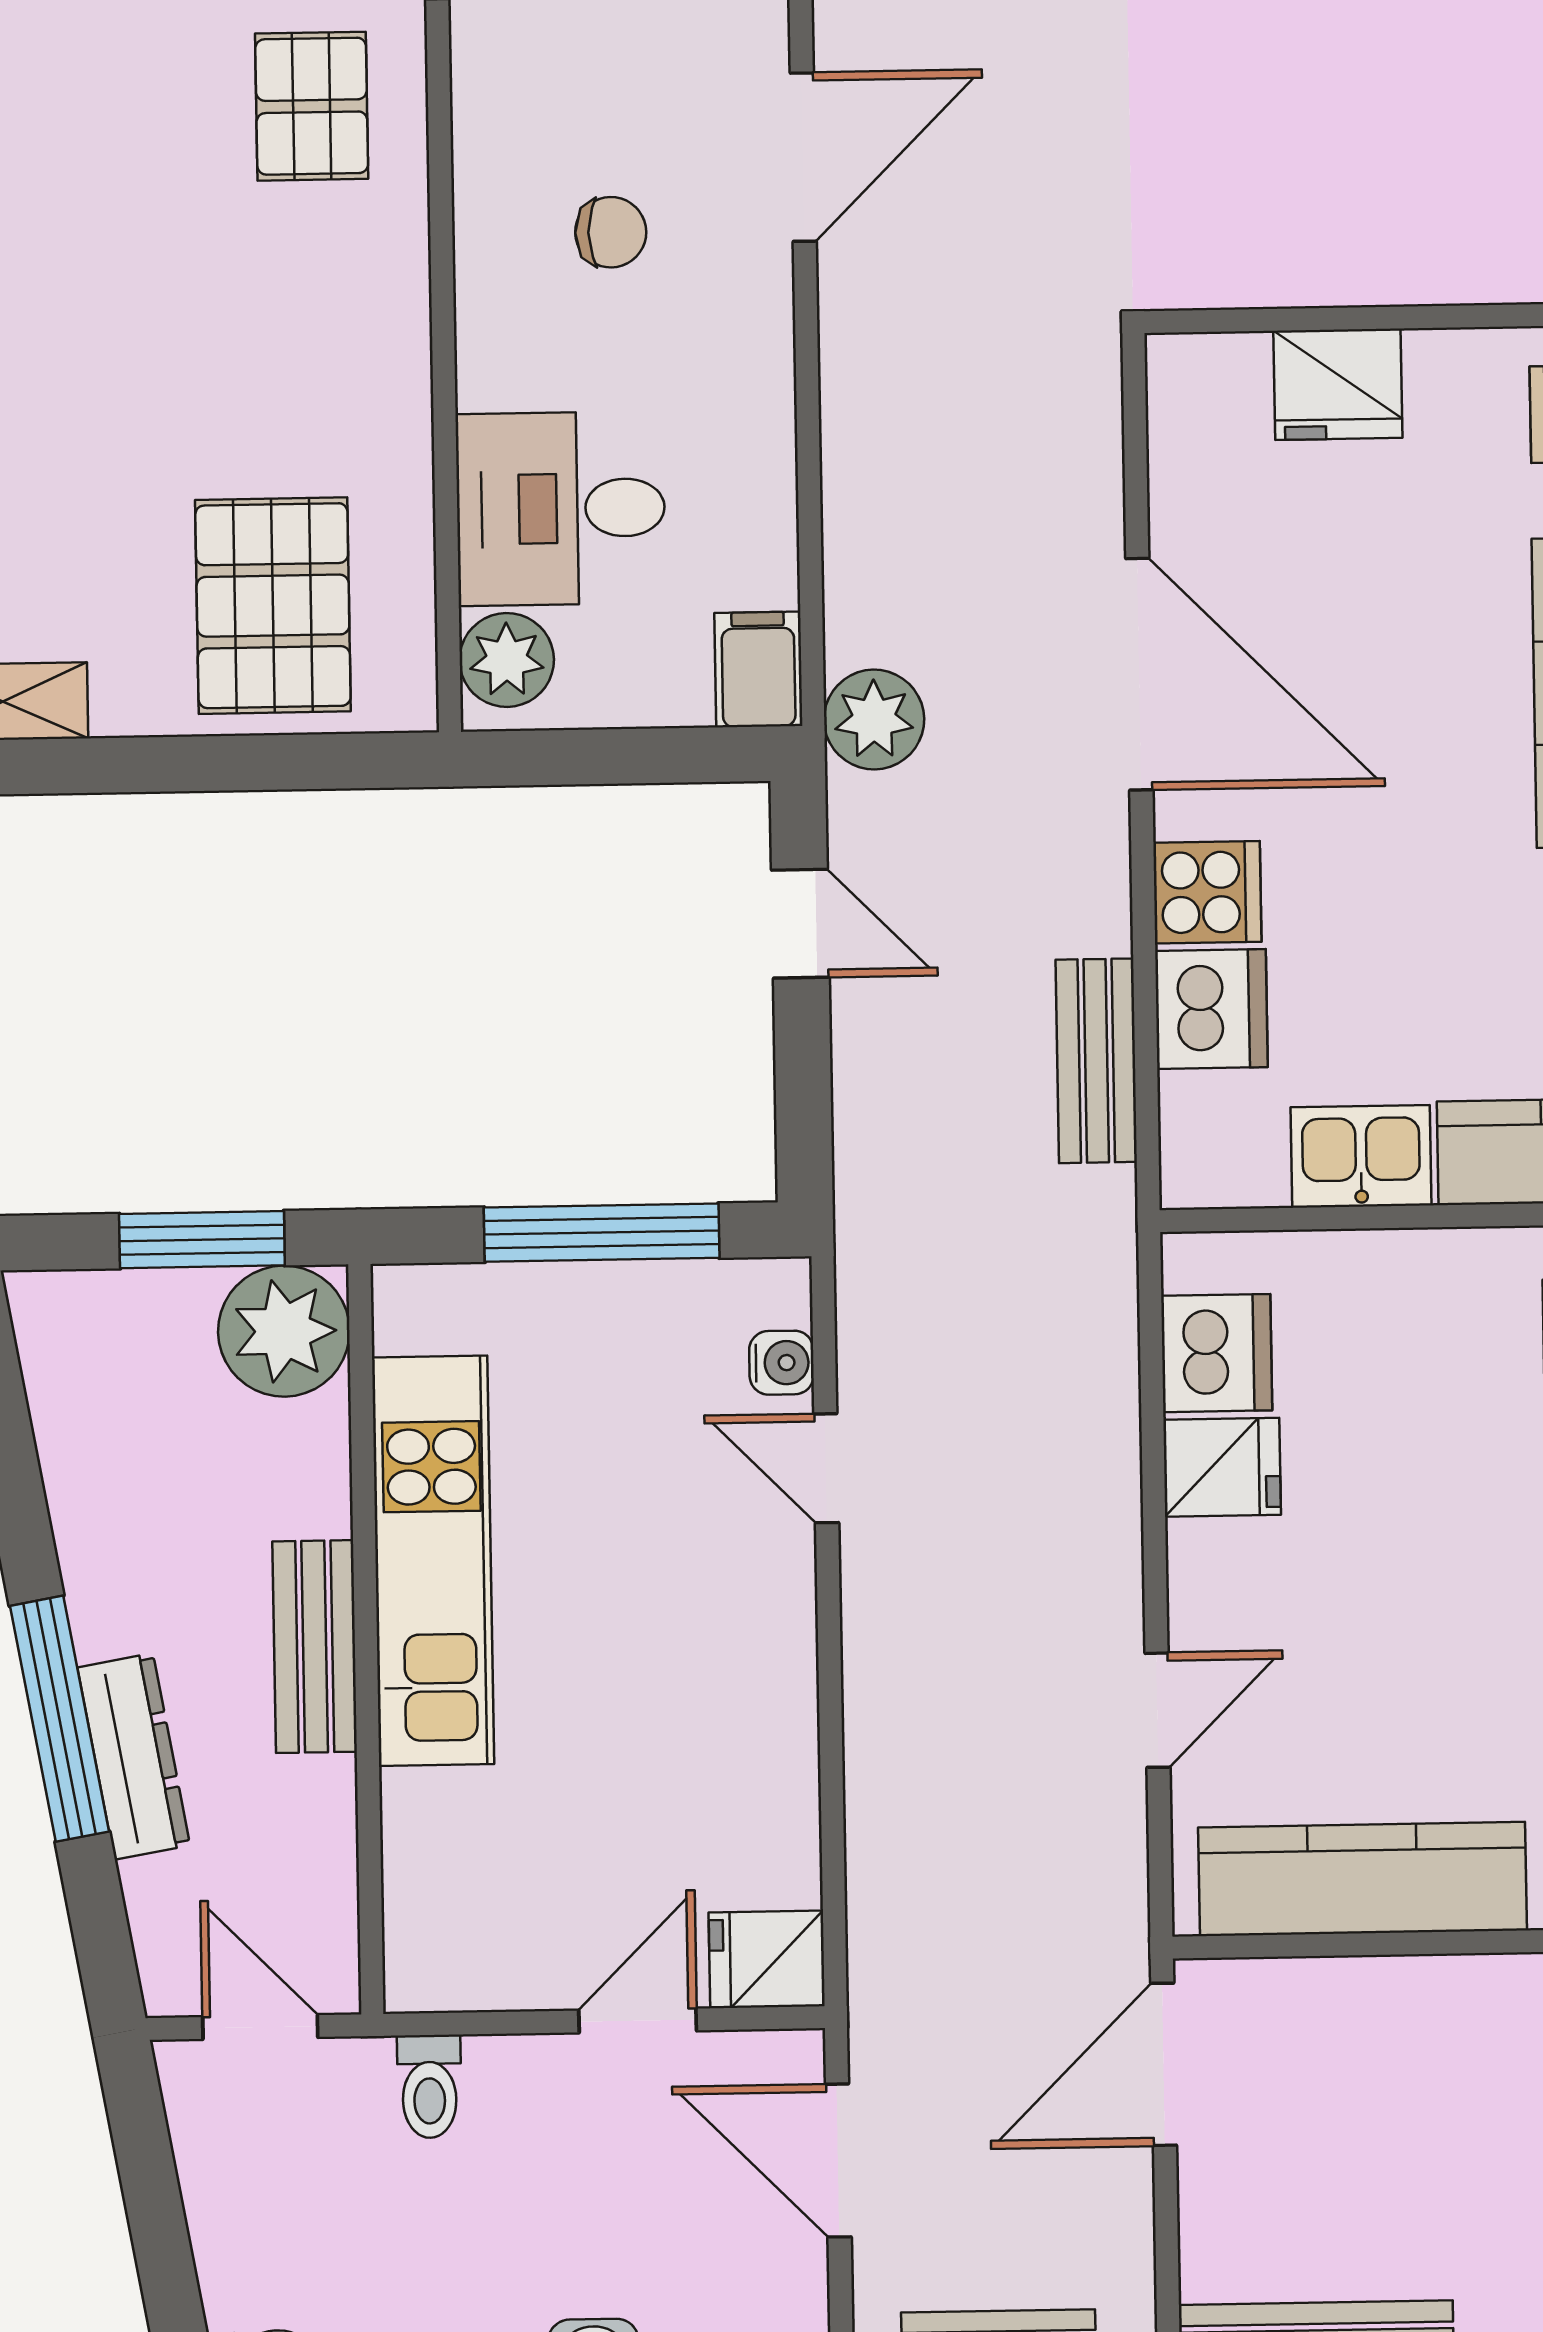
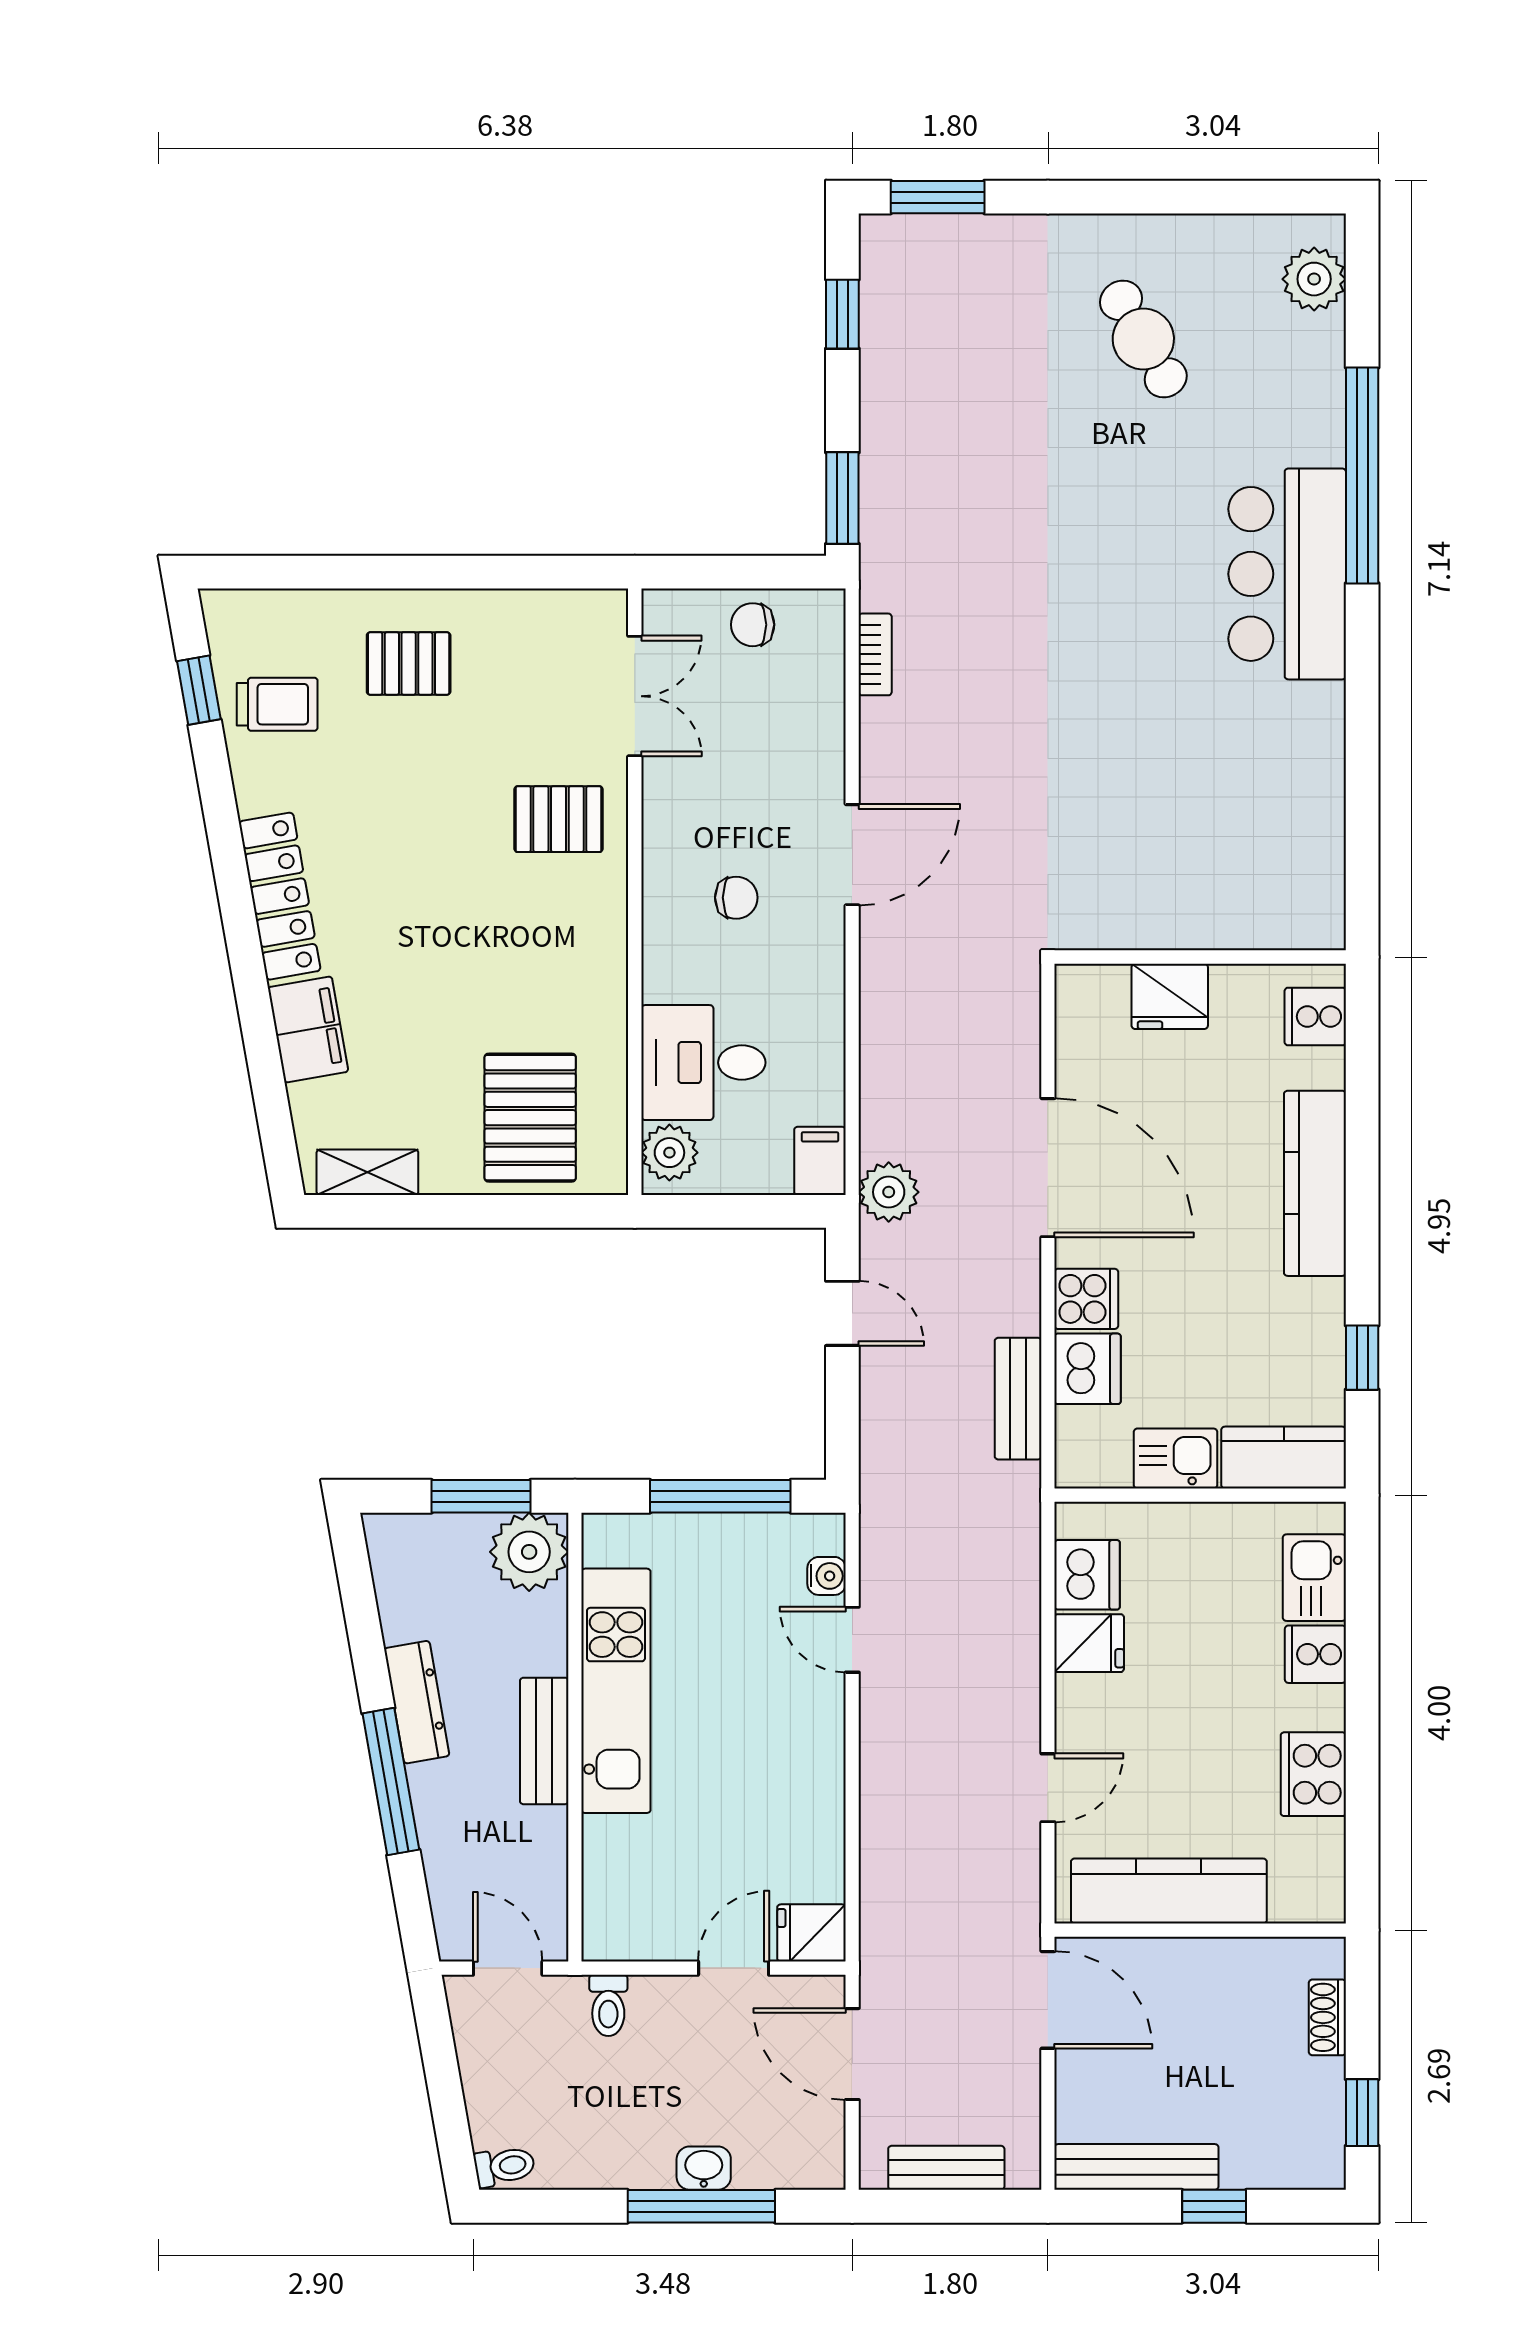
pallet: (312, 106) -> (559, 819), turned 90
dresser: (134, 1756) -> (417, 1702), moved
door: (1164, 2064) -> (1048, 2000), swing flipped

